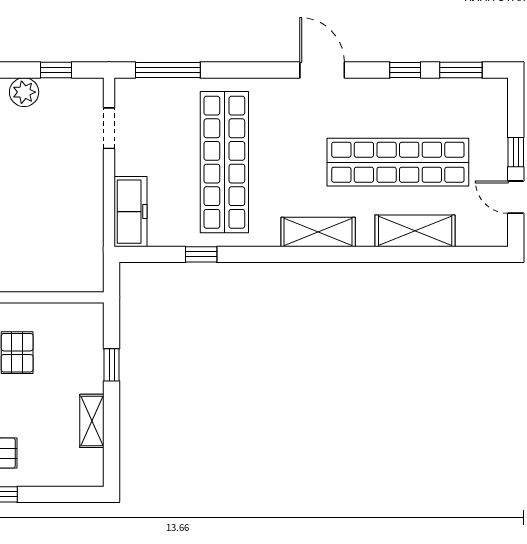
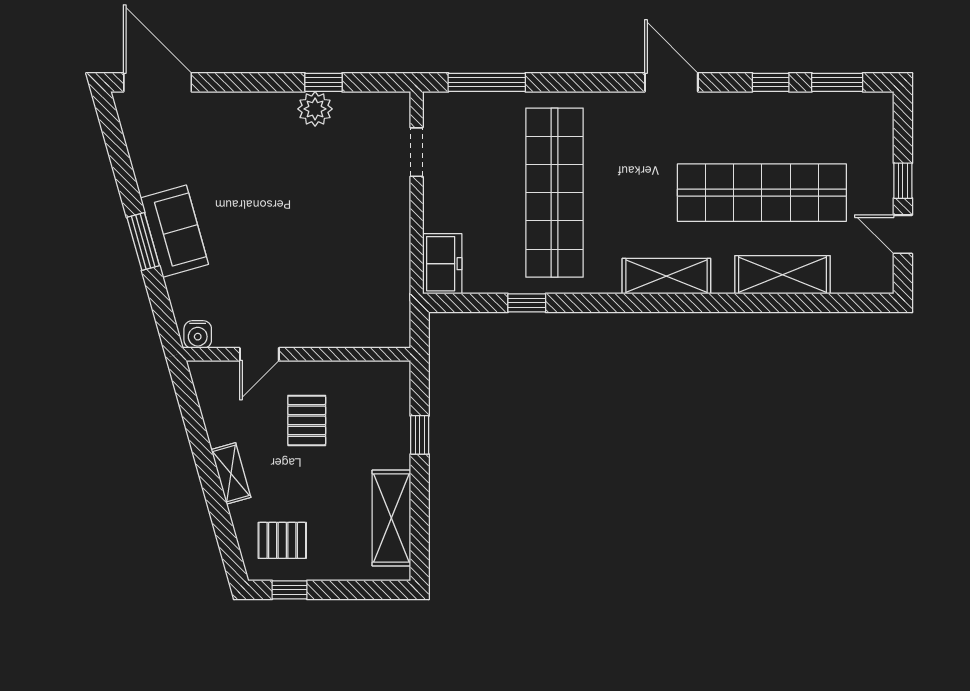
window: (56, 70) -> (323, 82), moved
freezer: (130, 212) -> (442, 264), width x0.71
shelving: (92, 421) -> (391, 518), width x1.50, depth x1.33

